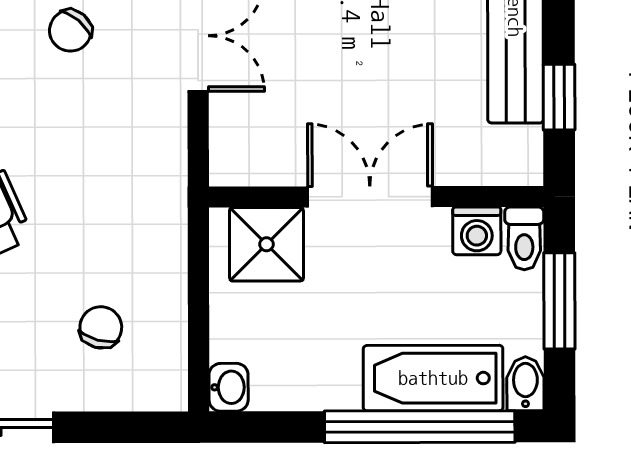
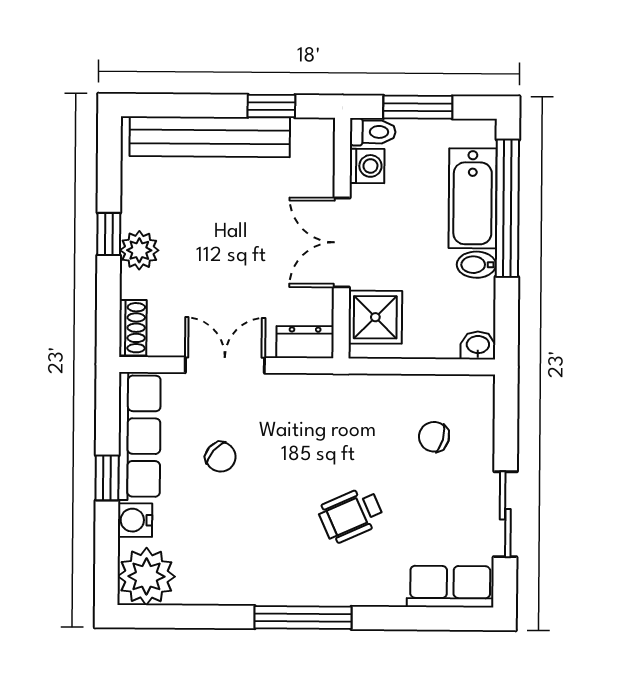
dresser: (231, 147) -> (305, 342), added
bidet: (525, 384) -> (476, 265), moved

